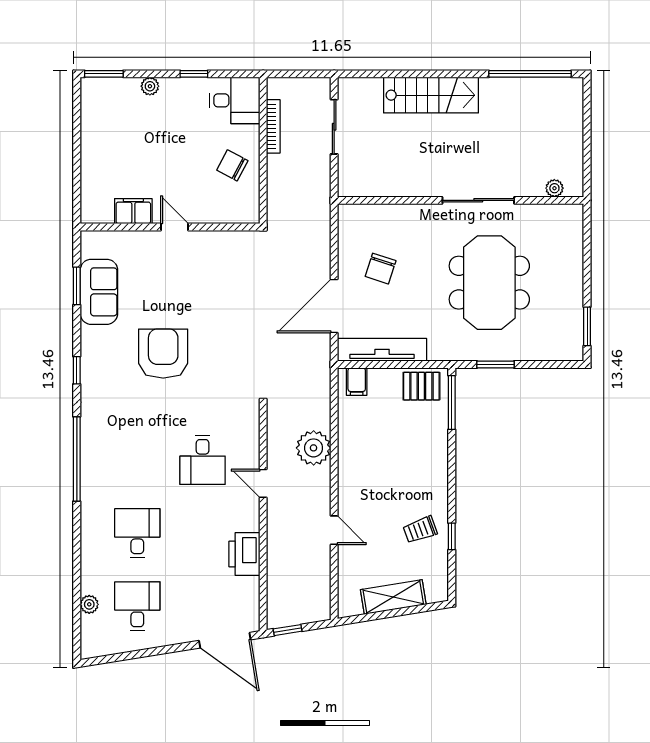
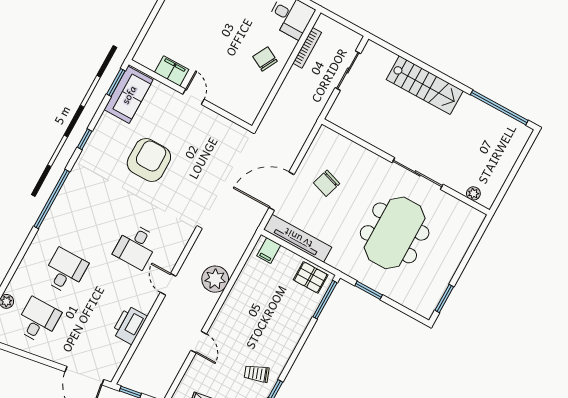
filing cabinet: (133, 211) -> (172, 71), moved
wall: (170, 227) -> (190, 95), moved
door: (174, 227) -> (193, 97), moved

